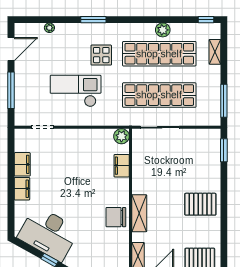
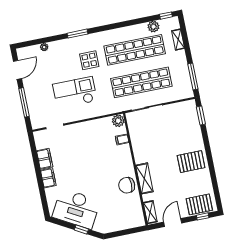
plant: (163, 30) -> (153, 27), moved
filing cabinet: (122, 166) -> (122, 139), width x0.50

